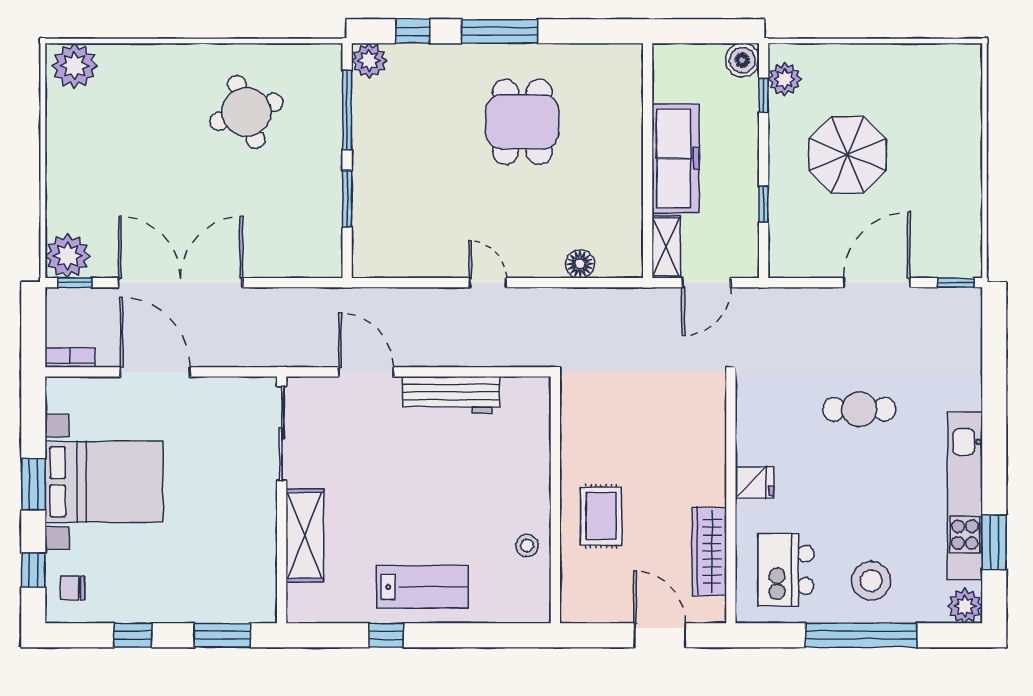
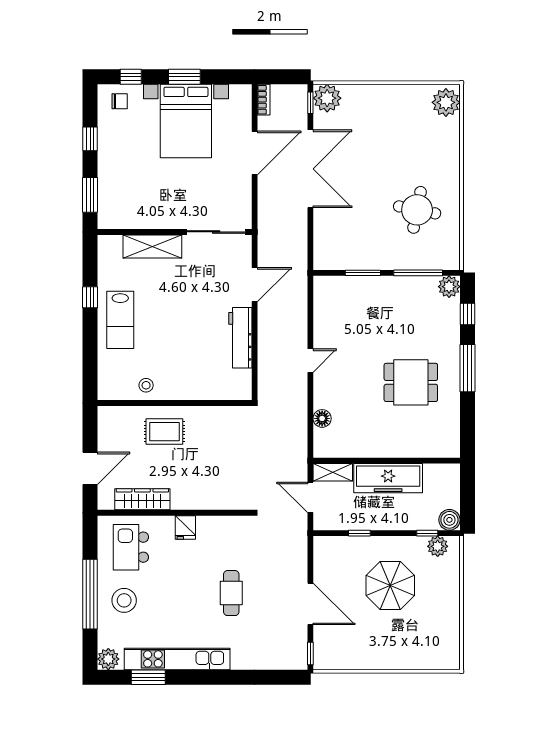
round table: (246, 112) -> (417, 210), turned 30
kitchen island: (786, 570) -> (131, 547), turned -90
chair: (73, 588) -> (120, 101), turned 90

